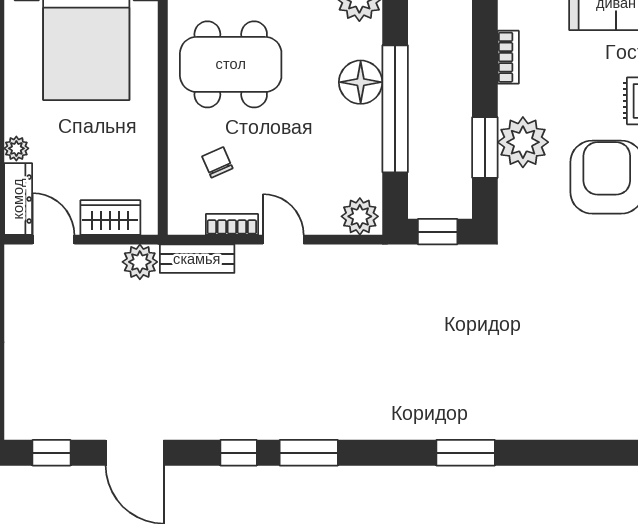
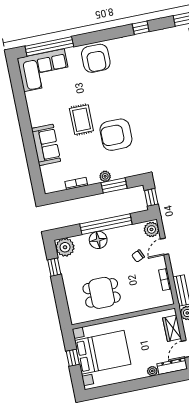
dining table: (231, 64) -> (102, 293), width x0.73
plant: (523, 142) -> (105, 176), width x0.53, depth x0.53
chair: (217, 162) -> (138, 256), moved
door: (283, 240) -> (165, 246), moved

